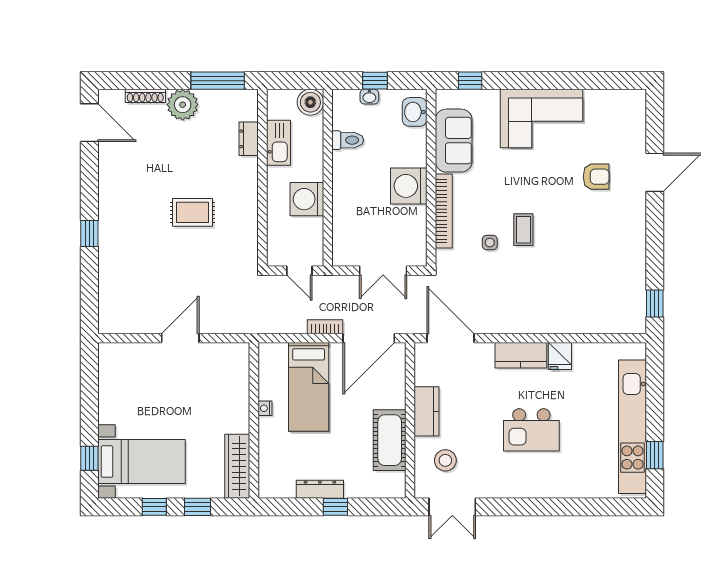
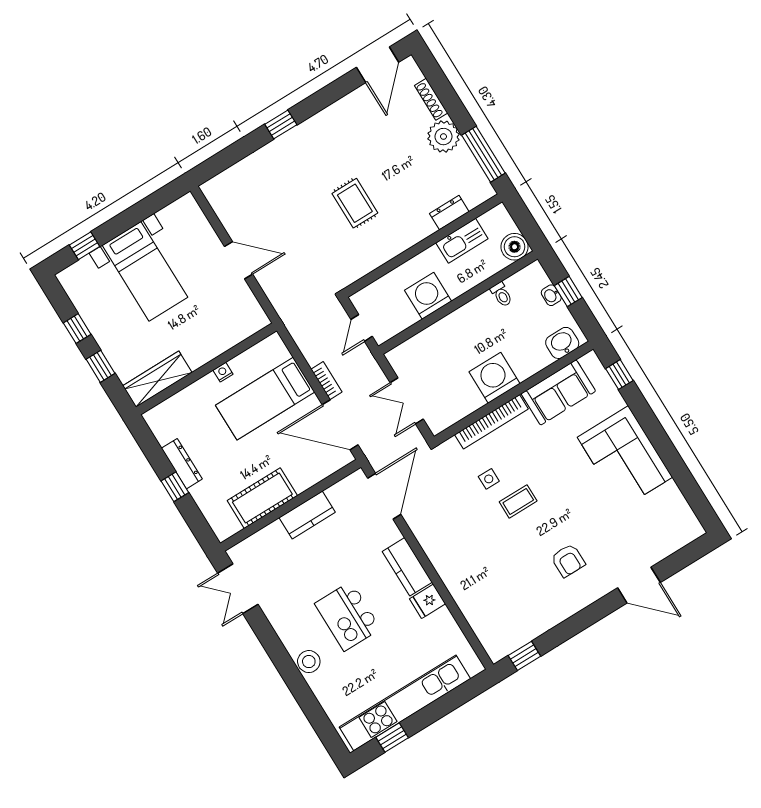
toilet: (348, 140) -> (501, 295), width x0.73, depth x0.72
armchair: (596, 177) -> (568, 560), moved
stool: (445, 460) -> (309, 662), moved
bed with nightstands: (141, 462) -> (145, 271), moved

